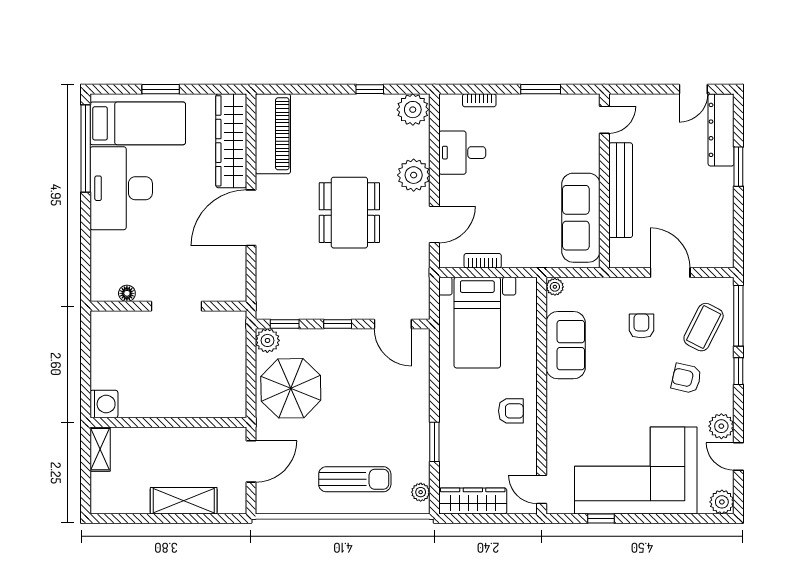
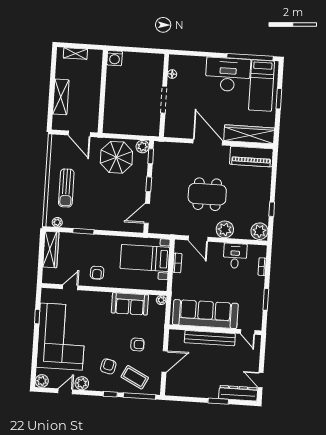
sofa: (581, 218) -> (205, 314), width x1.36, depth x1.27
shelving: (100, 449) -> (75, 53), moved
door: (542, 489) -> (70, 287), moved

